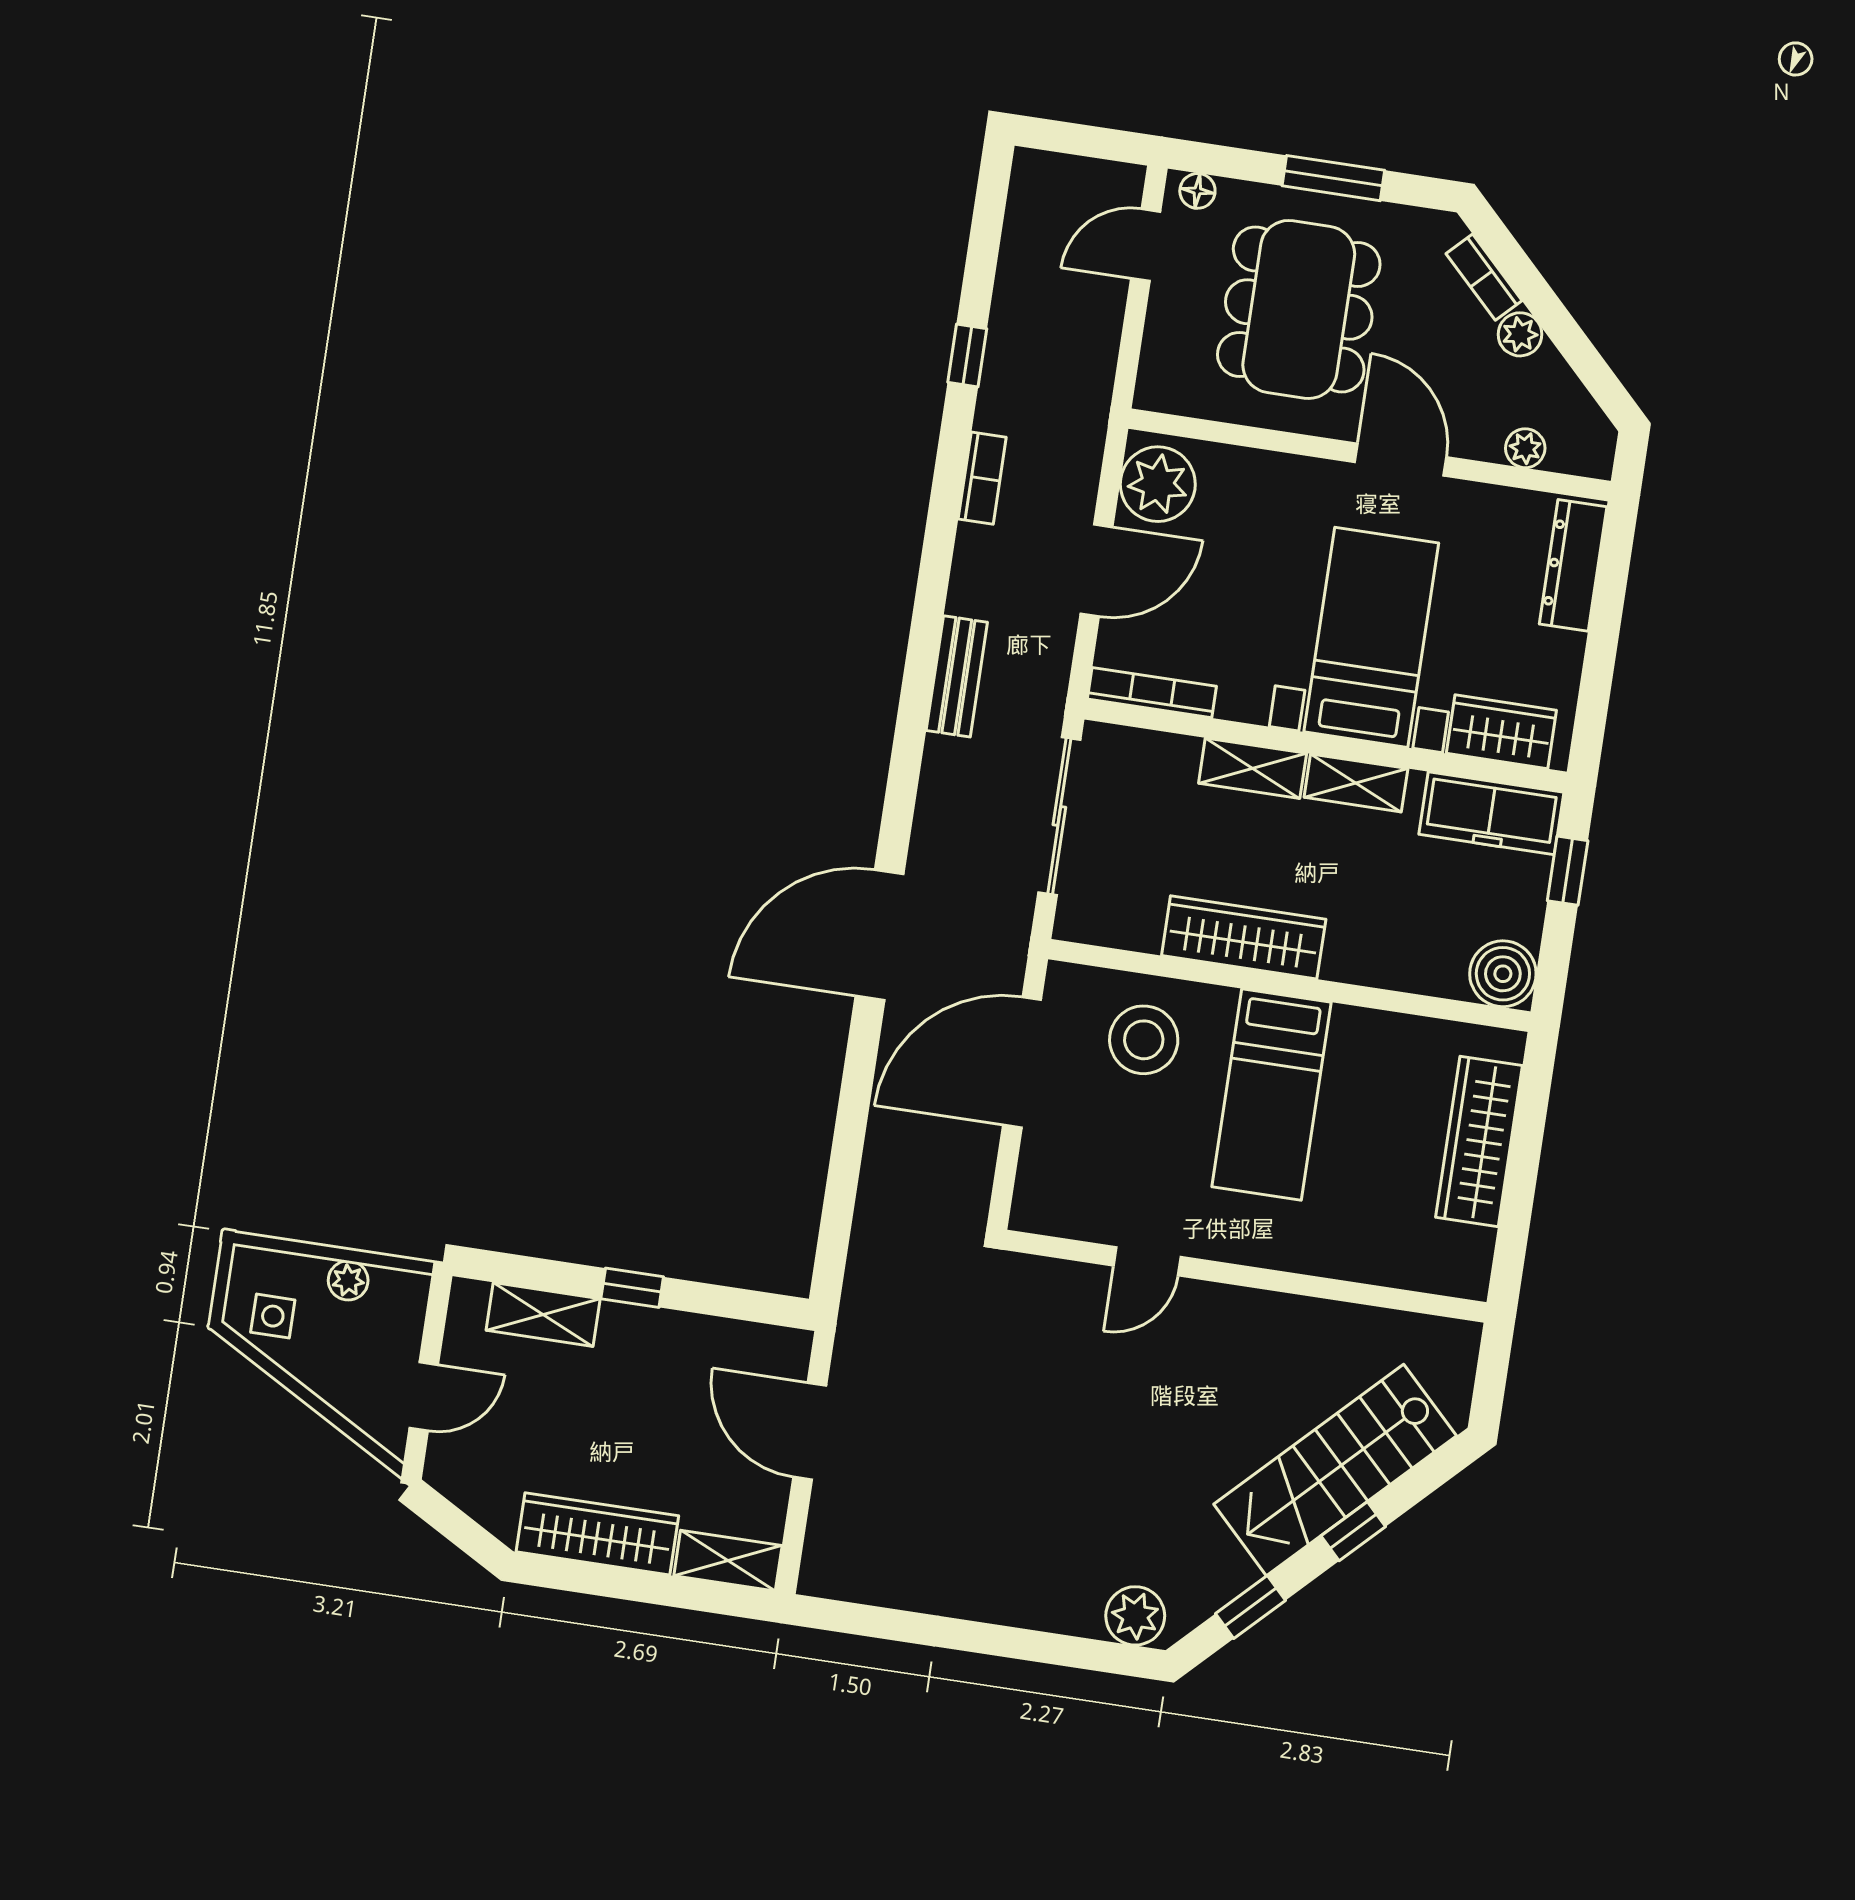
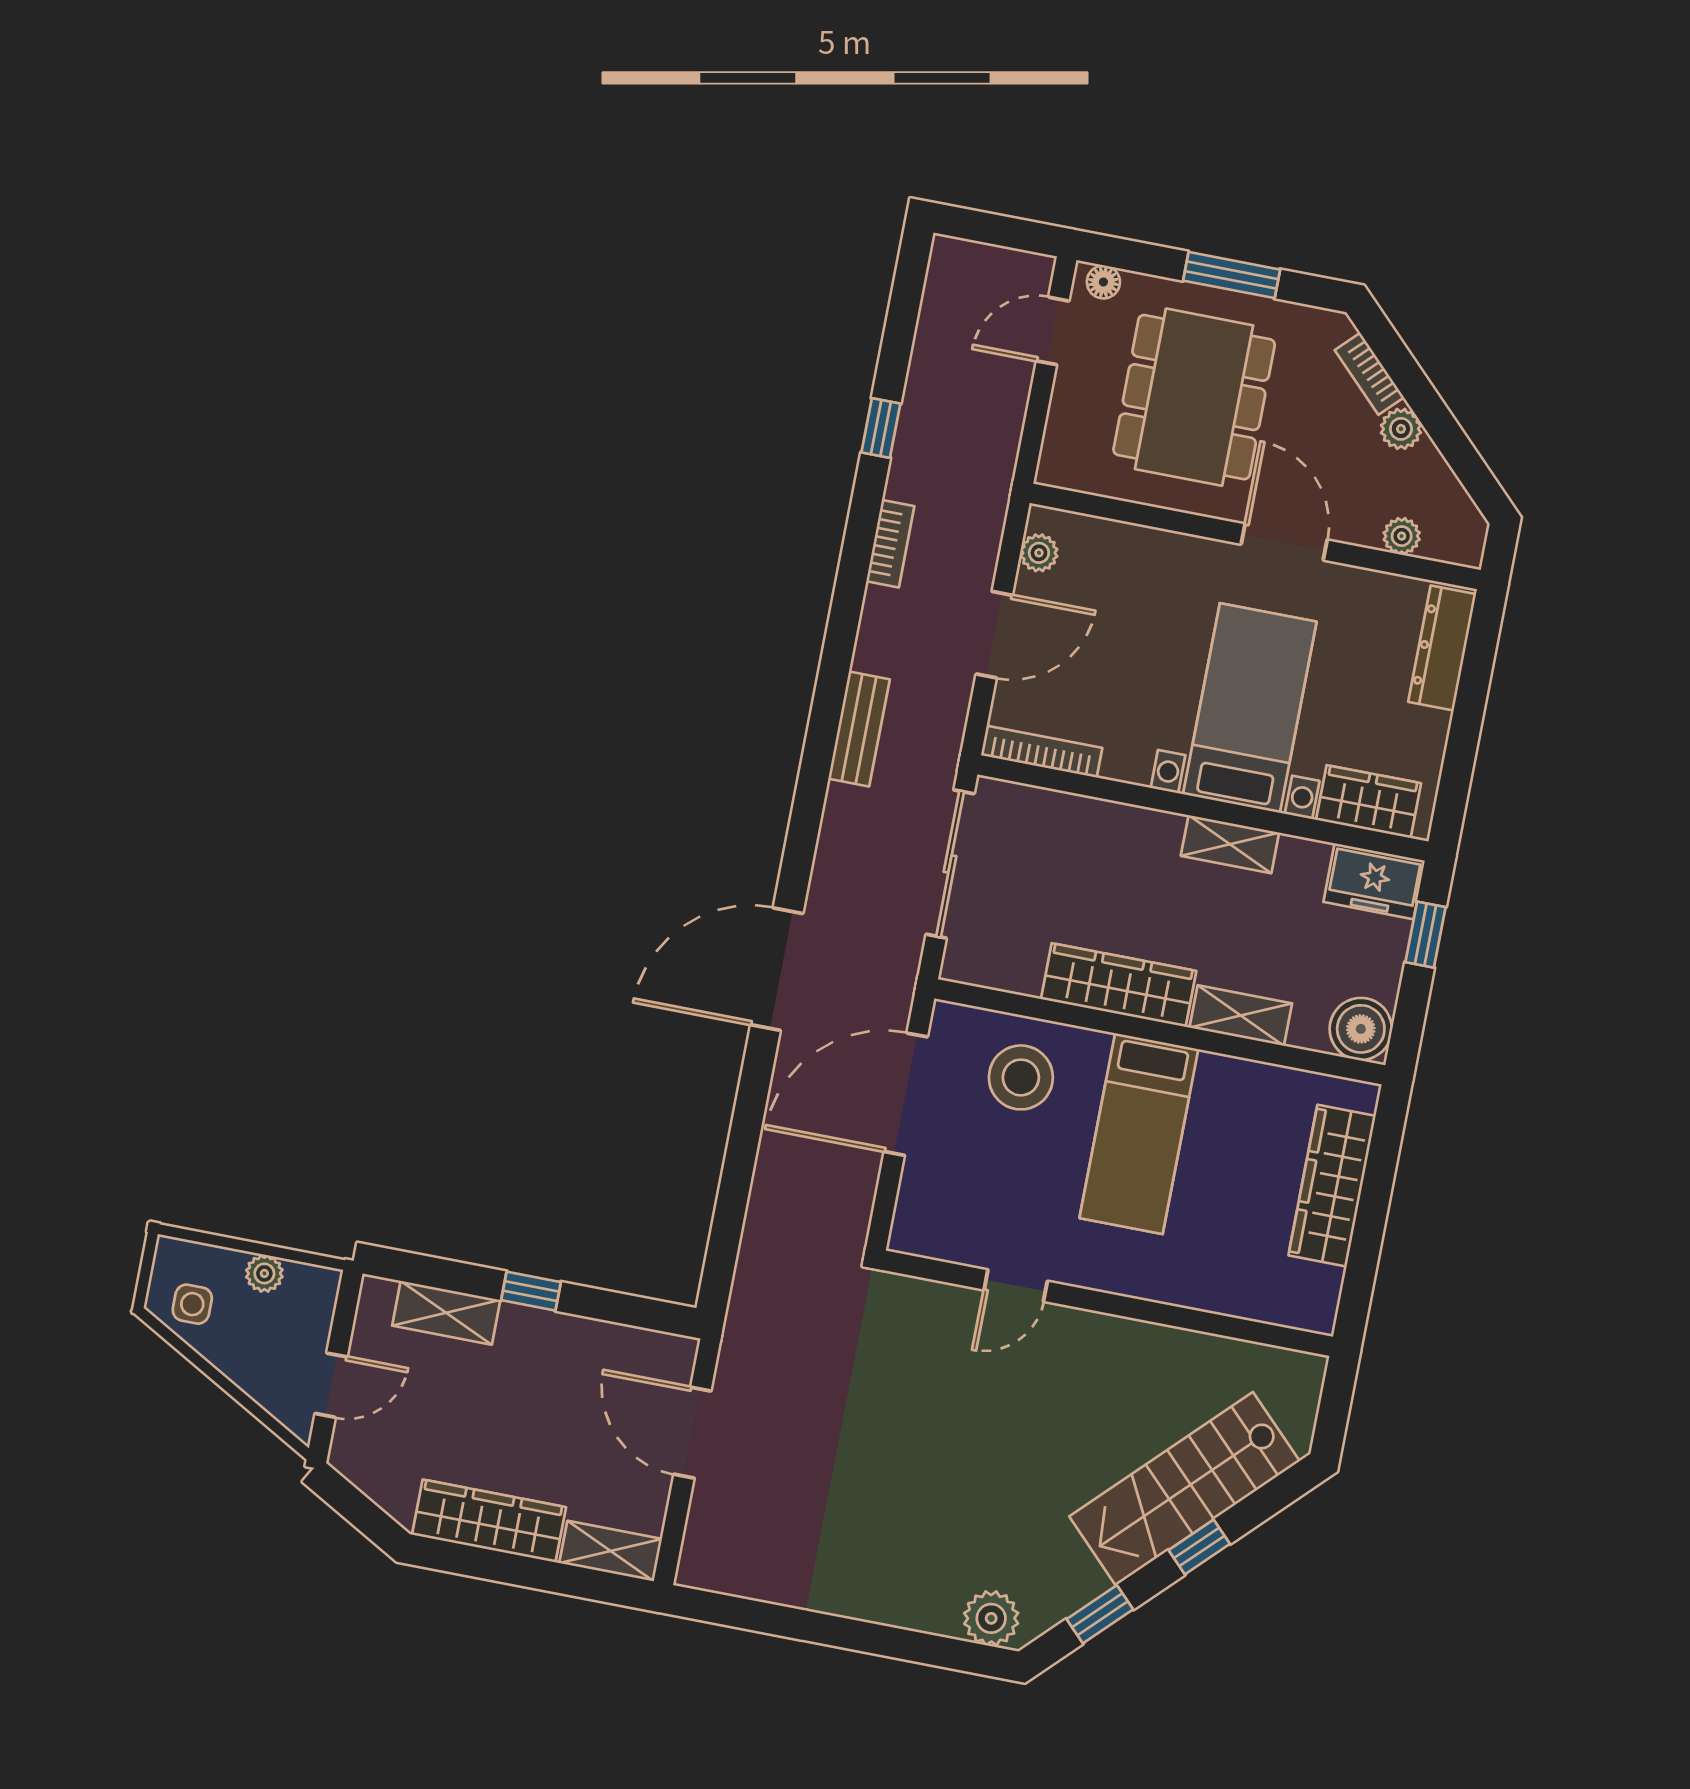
plant: (1158, 484) -> (1039, 553), width x0.53, depth x0.53
shelving: (1253, 768) -> (1241, 1015), moved
freezer: (1491, 813) -> (1374, 881), width x0.71

